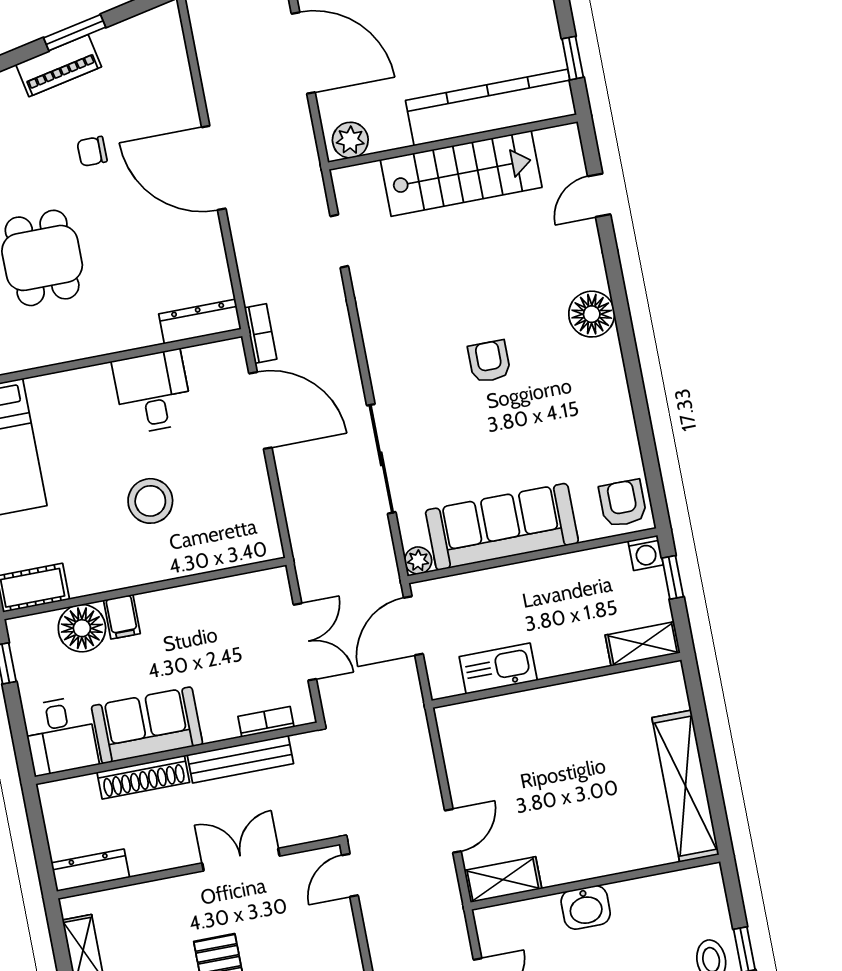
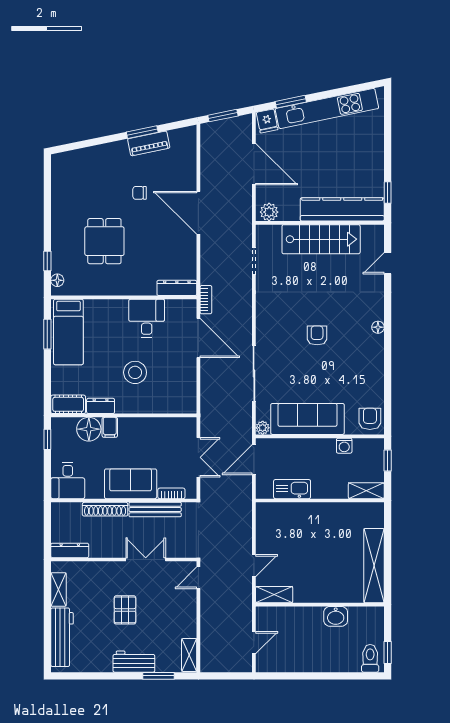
piano: (59, 66) -> (149, 143), moved
floor lamp: (592, 314) -> (378, 327), width x0.53, depth x0.53
washing machine: (646, 553) -> (344, 446), moved
dresser: (96, 579) -> (101, 406), added
sofa: (147, 725) -> (131, 484), moved
washbasin: (586, 907) -> (336, 616), moved

